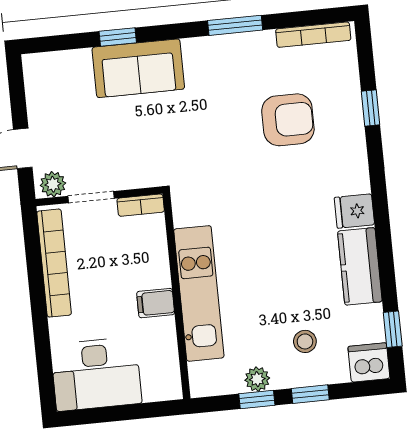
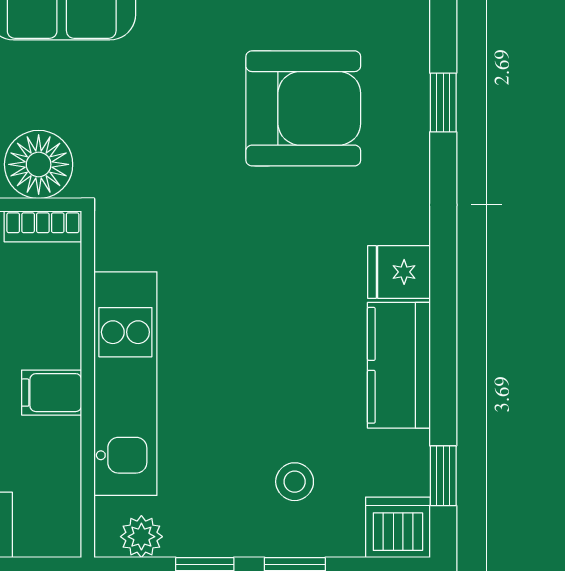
armchair: (288, 120) -> (303, 108), width x1.36, depth x1.36
floor lamp: (134, 169) -> (39, 164), added
plant: (257, 379) -> (141, 537), moved

